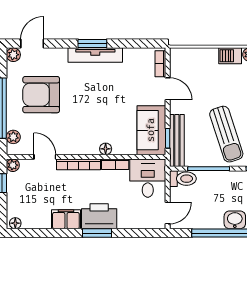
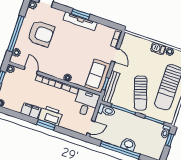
armchair: (41, 95) -> (41, 34), turned 180

